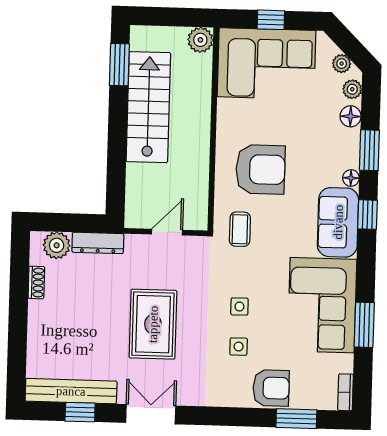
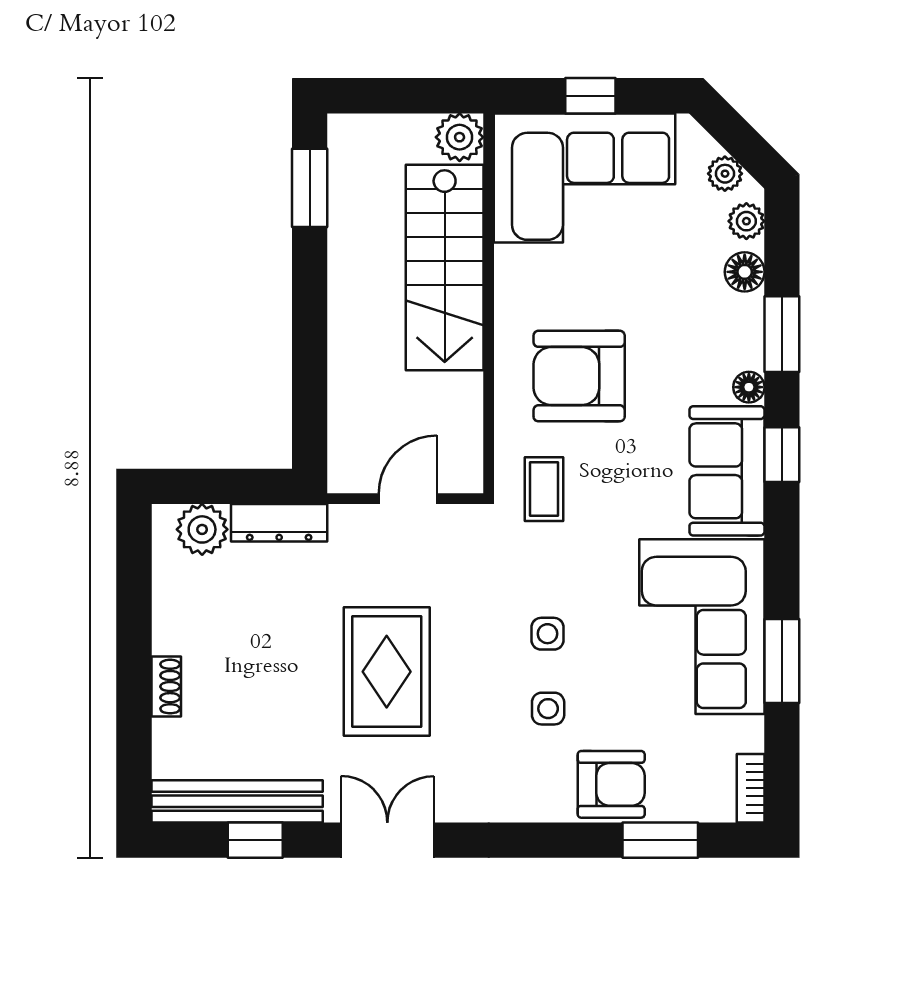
stairs: (148, 107) -> (445, 268), moved, turned 180
armchair: (260, 169) -> (579, 376), turned 180
shoe rack: (36, 282) -> (166, 687), moved

